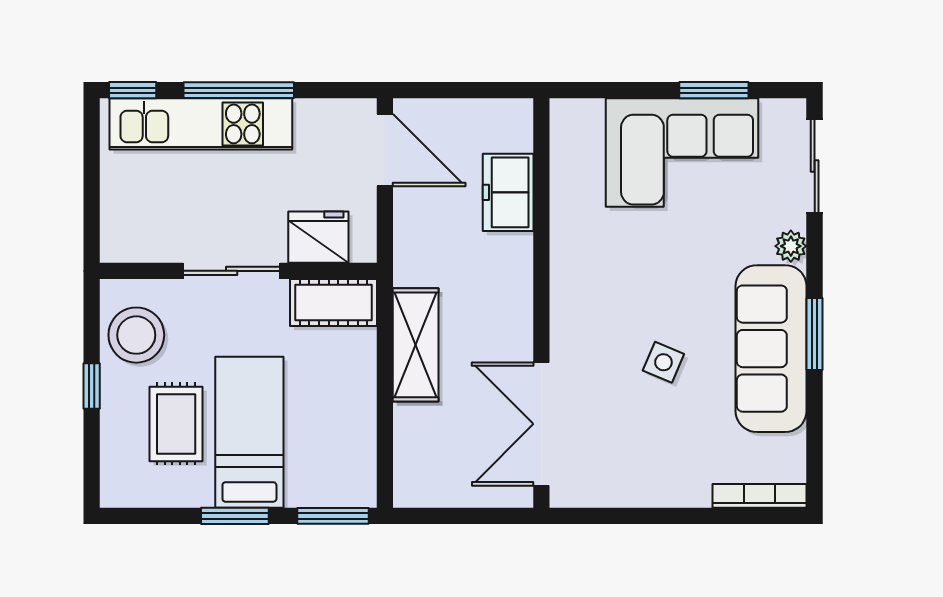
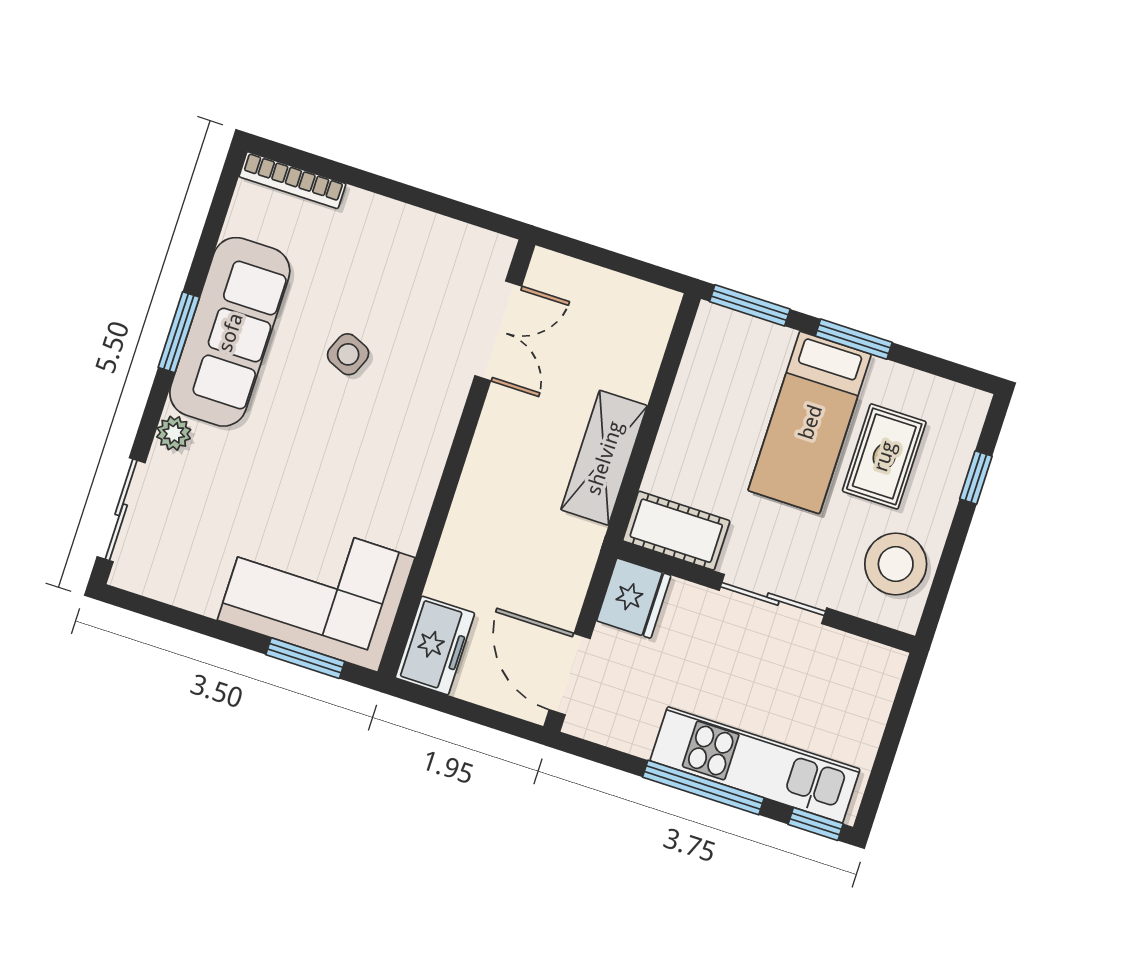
window: (714, 90) -> (305, 658), moved
corner sofa: (682, 153) -> (316, 589), moved
freezer: (508, 192) -> (435, 645), moved
fridge: (318, 237) -> (634, 598), moved, turned -90
window: (92, 386) -> (976, 478), moved
double door: (541, 424) -> (498, 331), width x0.73

